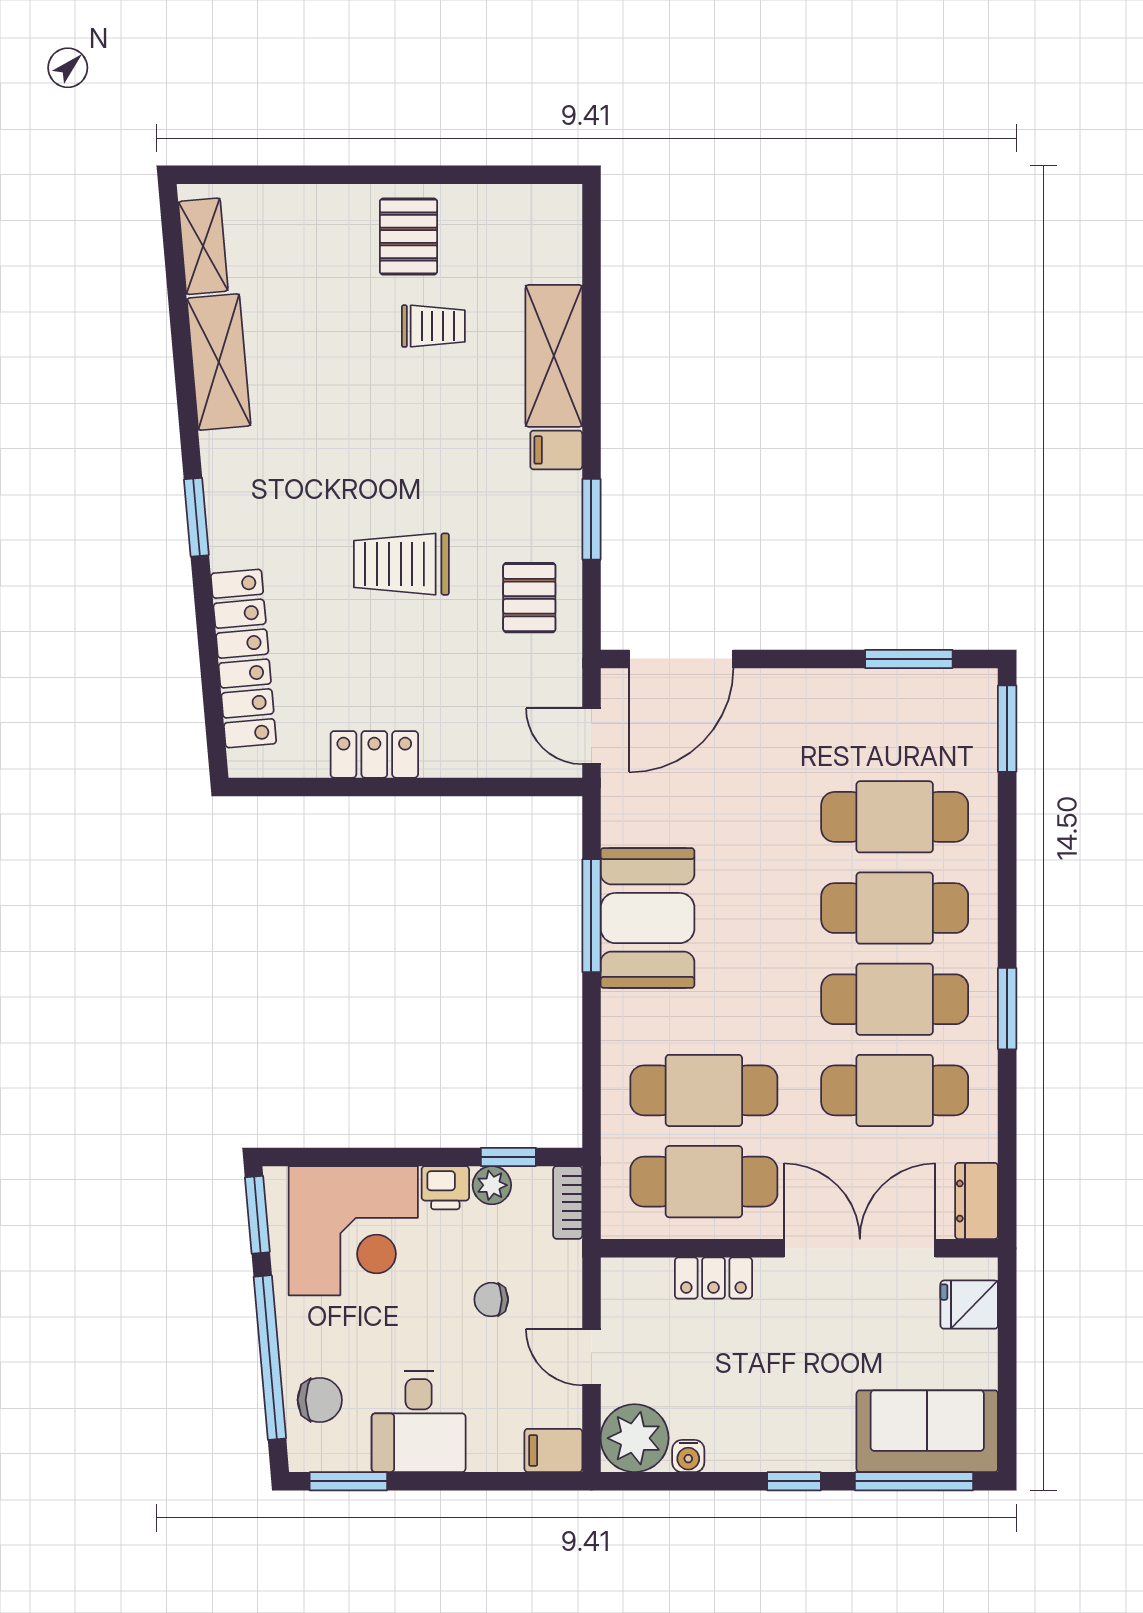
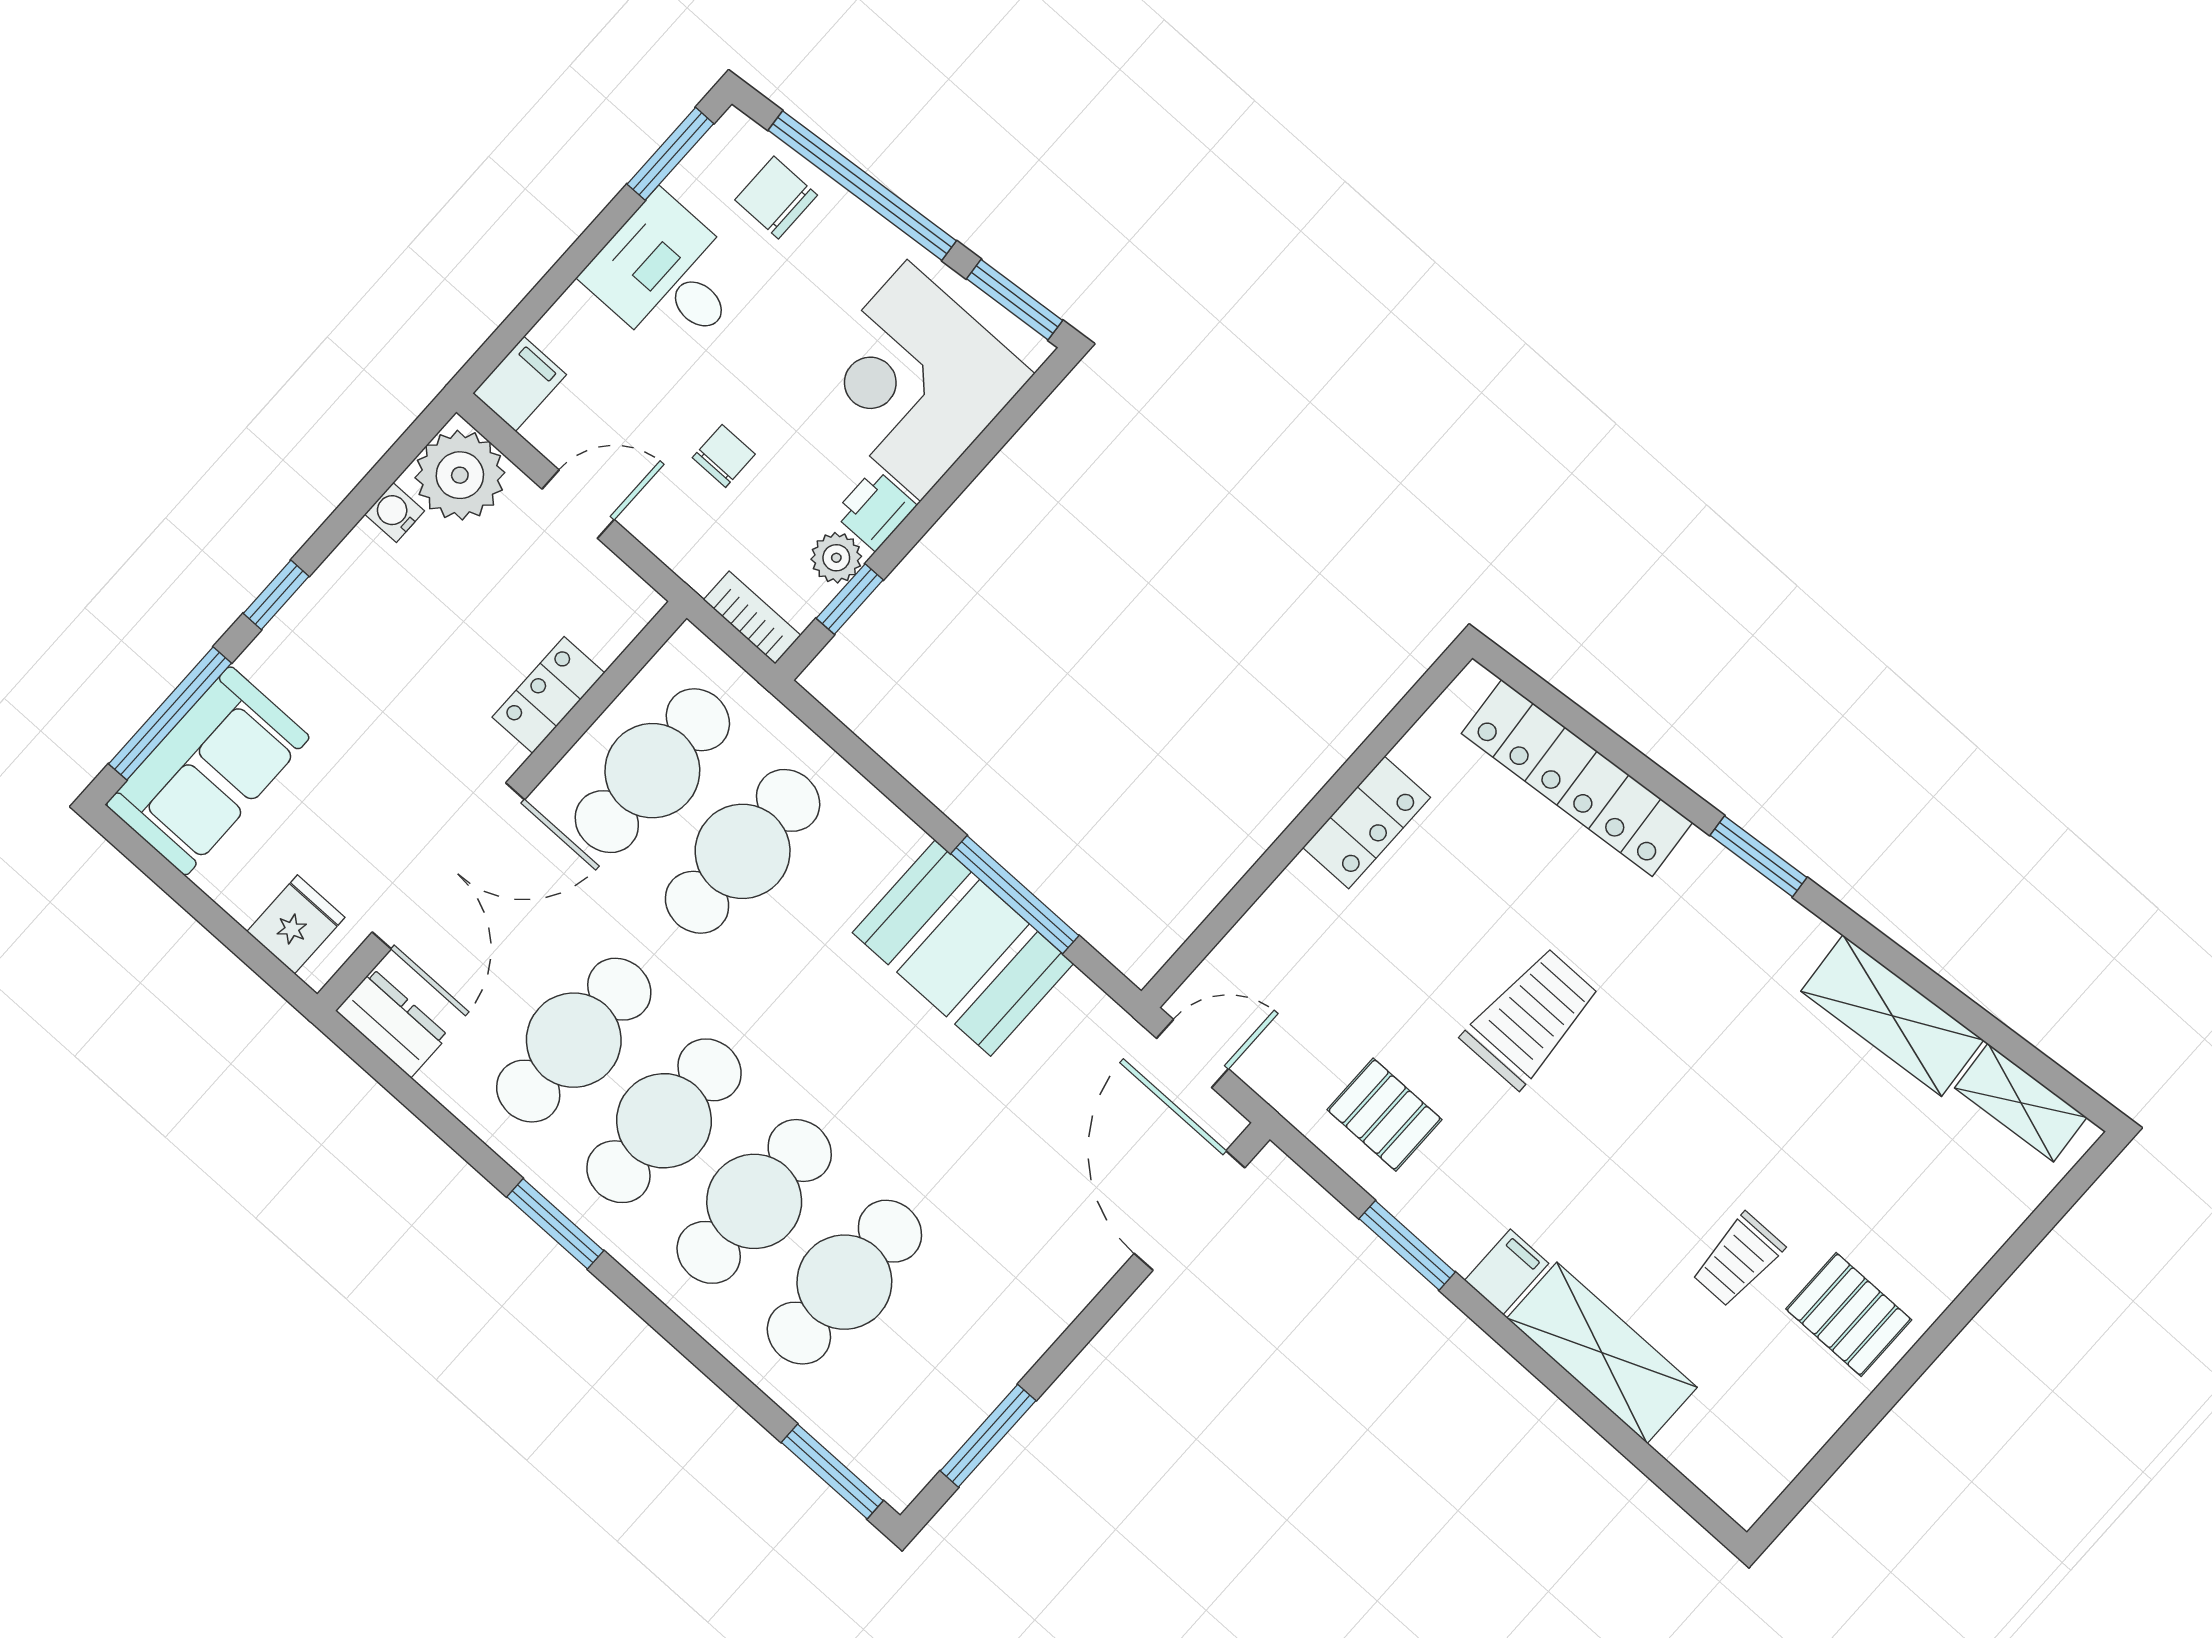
chair: (320, 1400) -> (776, 197), turned 90

